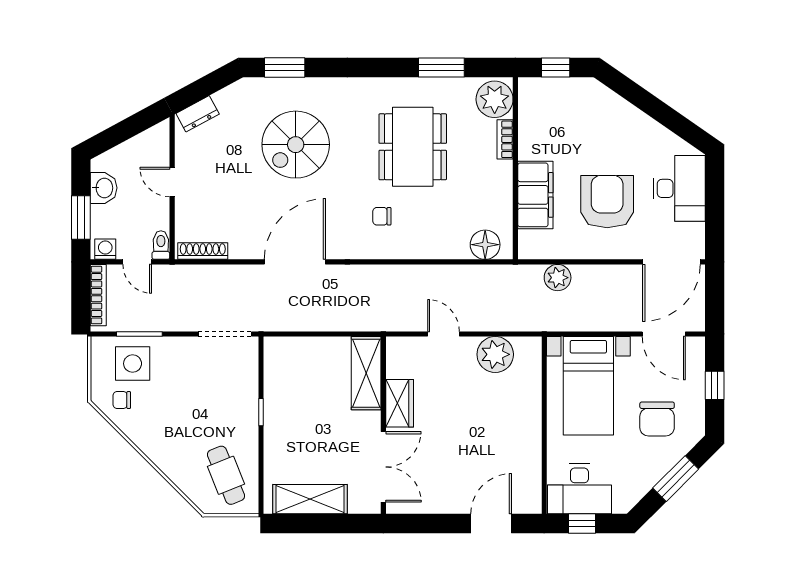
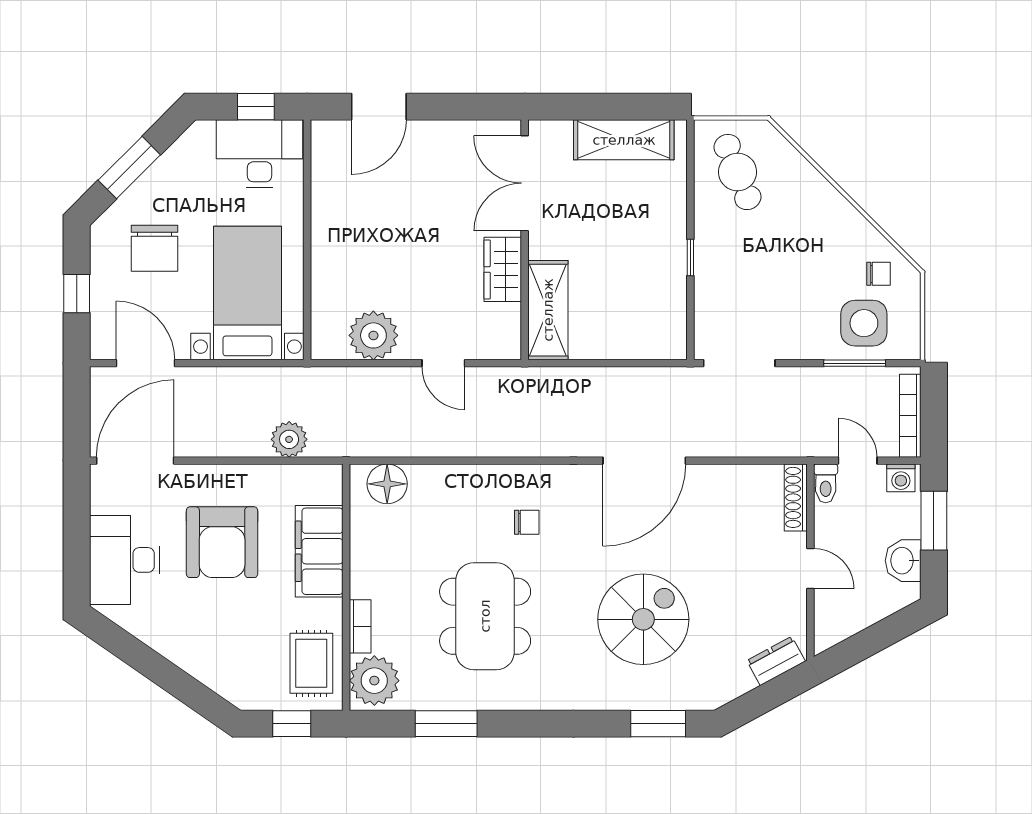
rug: (541, 112) -> (311, 663), added
shoe rack: (203, 251) -> (796, 497), moved, turned 90
chair: (657, 419) -> (155, 248), turned 180

